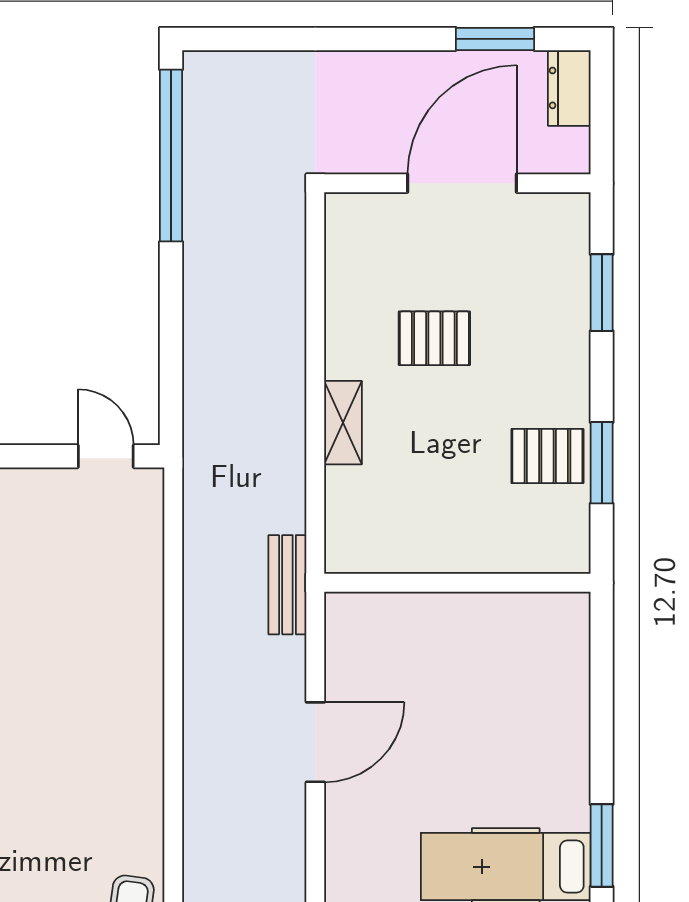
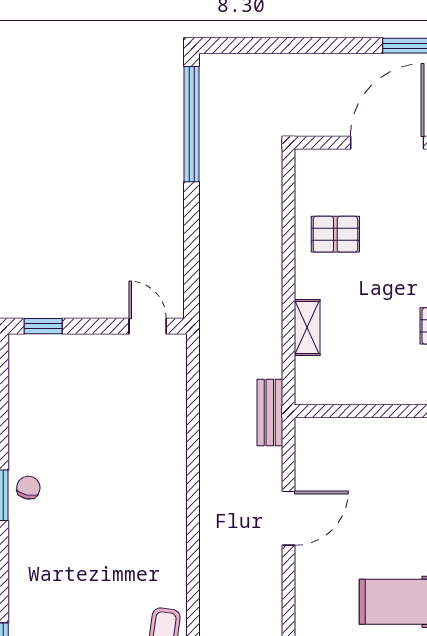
pallet: (434, 338) -> (335, 234), moved
shelving: (343, 423) -> (307, 328), moved

